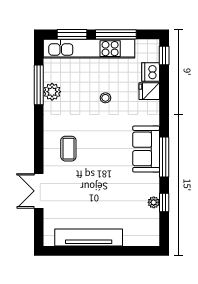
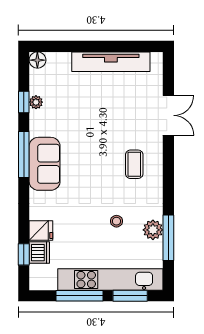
window: (164, 55) -> (24, 254), moved
stool: (105, 98) -> (116, 221), moved
floor lamp: (152, 239) -> (37, 60), added

